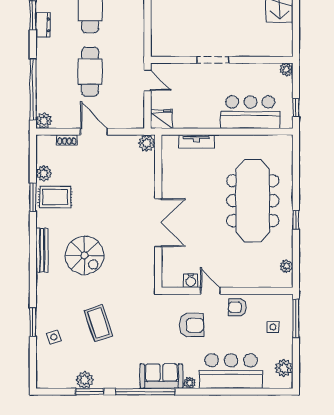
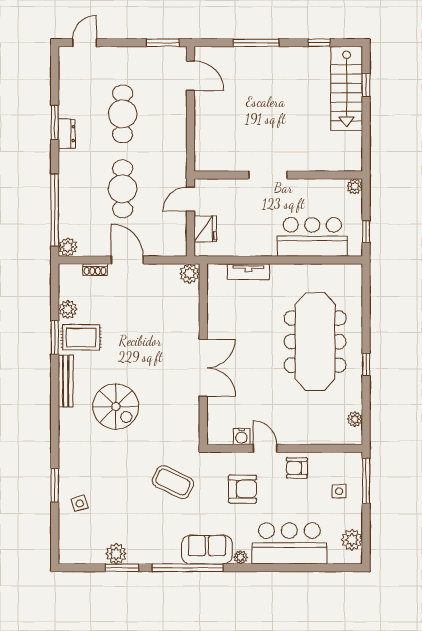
door: (148, 80) -> (190, 199), swing flipped
fridge: (161, 119) -> (205, 229), moved, turned 90
bench: (42, 250) -> (66, 381), moved
coffee table: (99, 323) -> (173, 482), moved, turned -45

